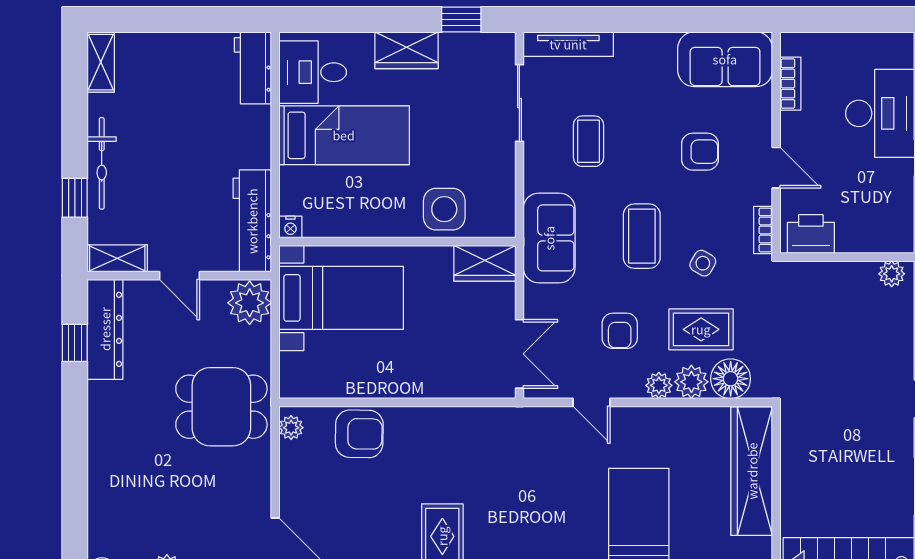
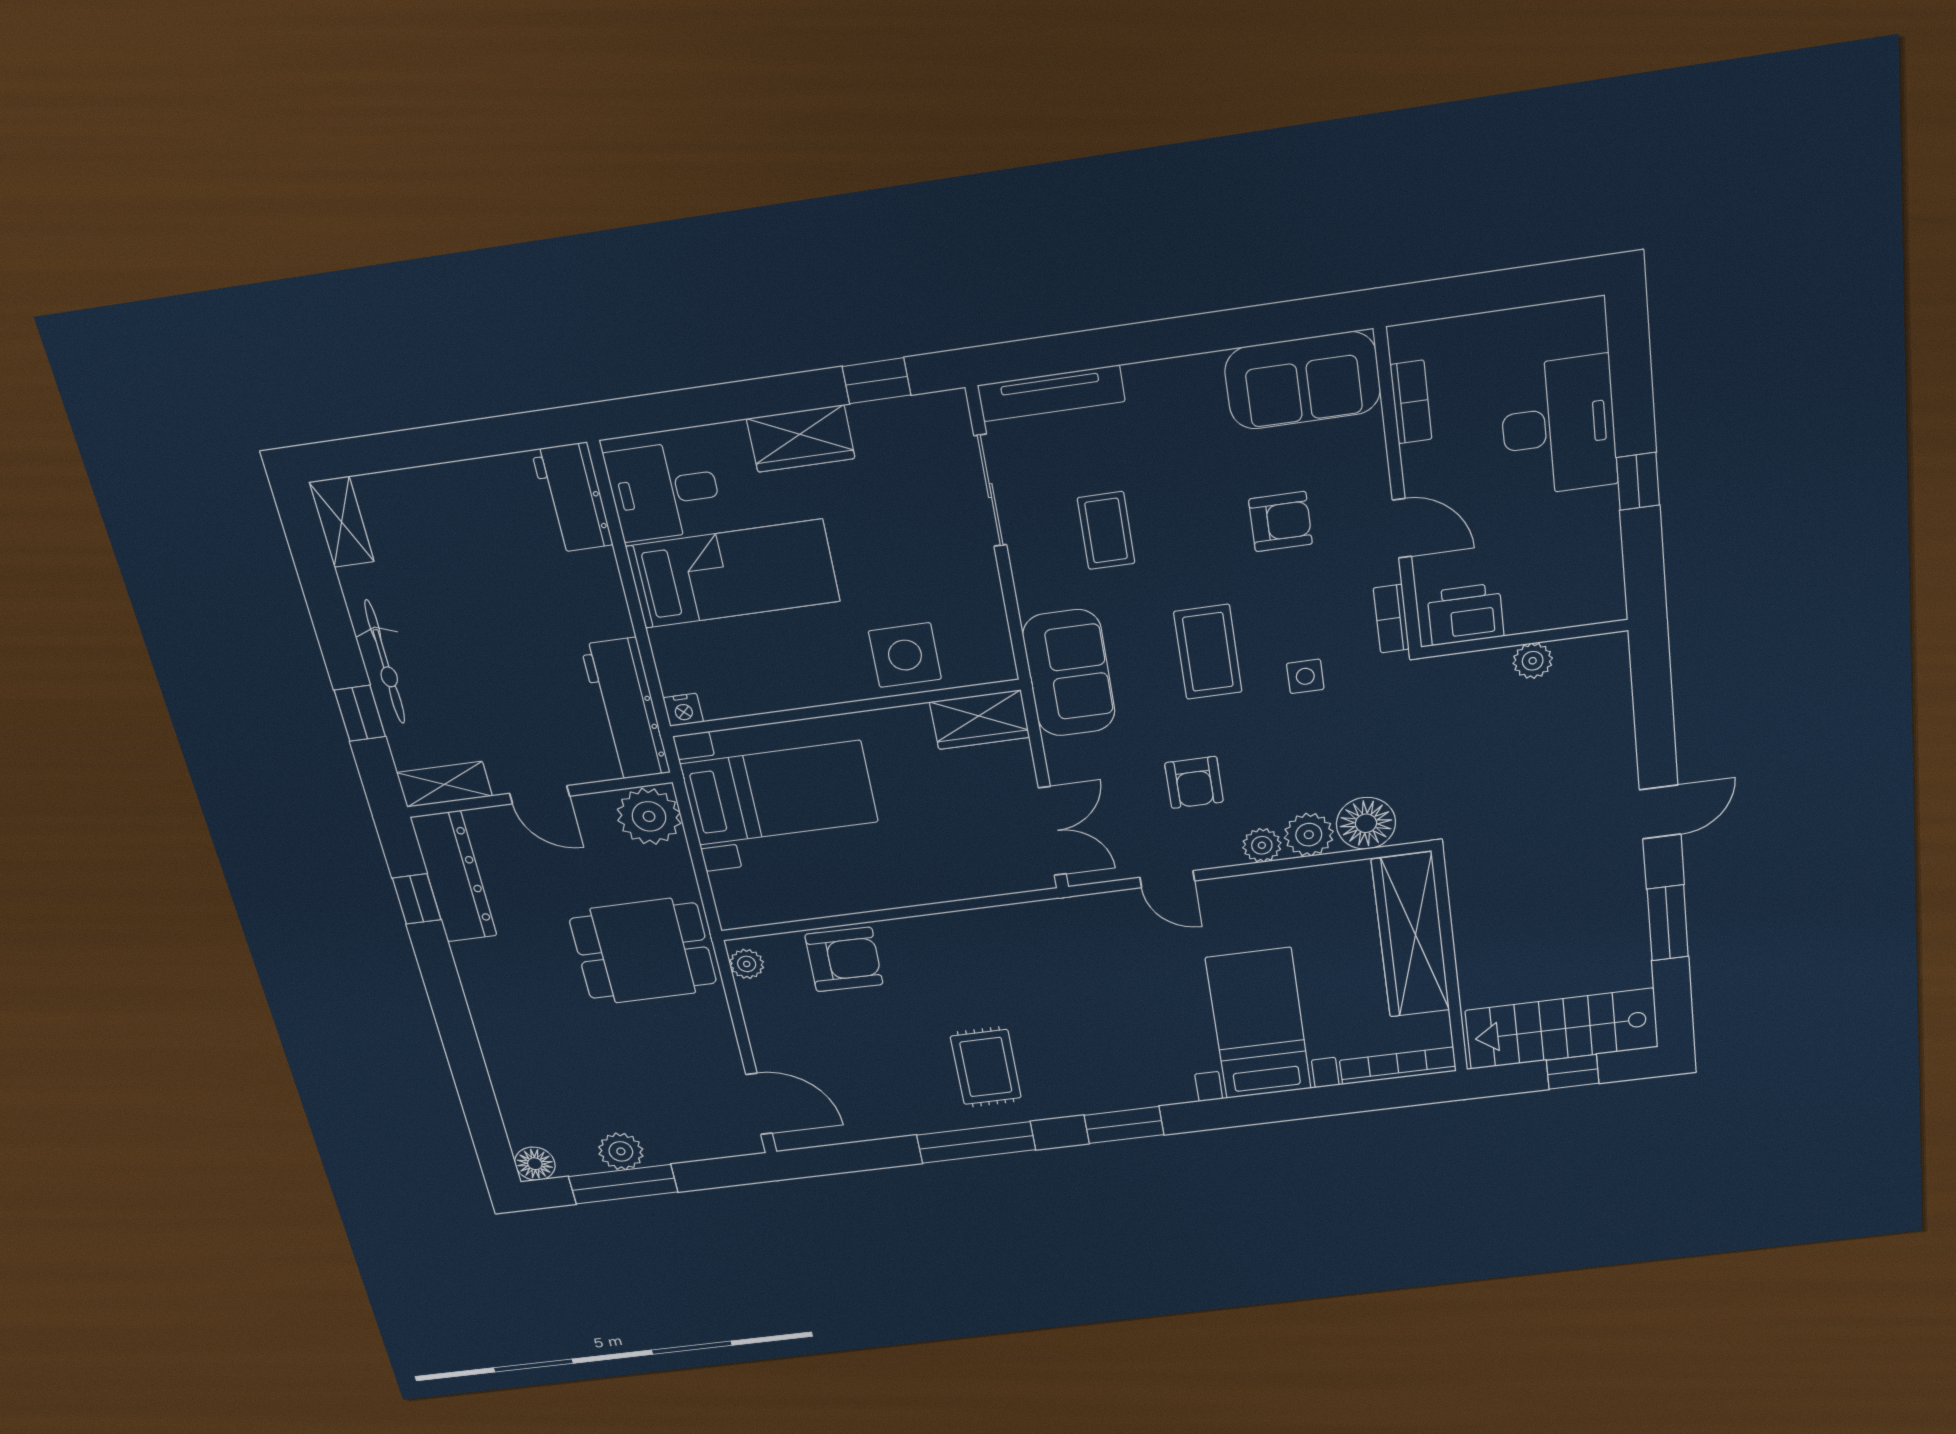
side table: (703, 263) -> (1305, 676), turned -30
plant: (892, 274) -> (1533, 661), moved
rug: (701, 329) -> (1314, 765), removed

